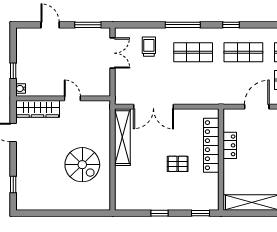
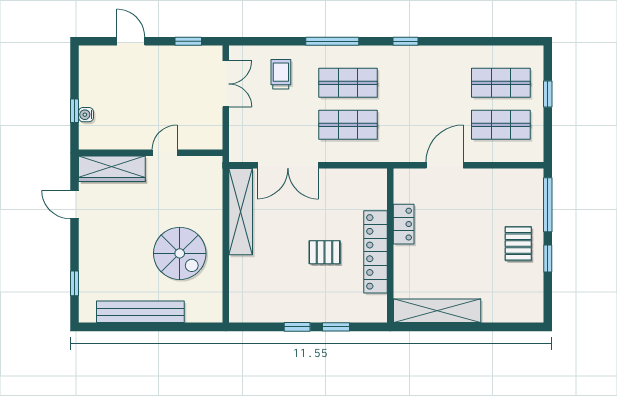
window: (88, 25) -> (188, 41), width x0.67
shop shelf: (243, 52) -> (348, 125), moved
water cooler: (21, 89) -> (86, 115), moved
door: (72, 98) -> (165, 153), hinge flipped
locker: (211, 145) -> (376, 252), moved
bench: (56, 203) -> (140, 312), added
window: (200, 213) -> (336, 327), moved

